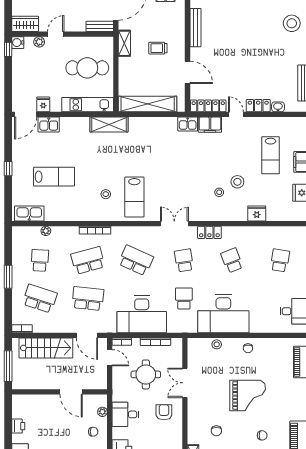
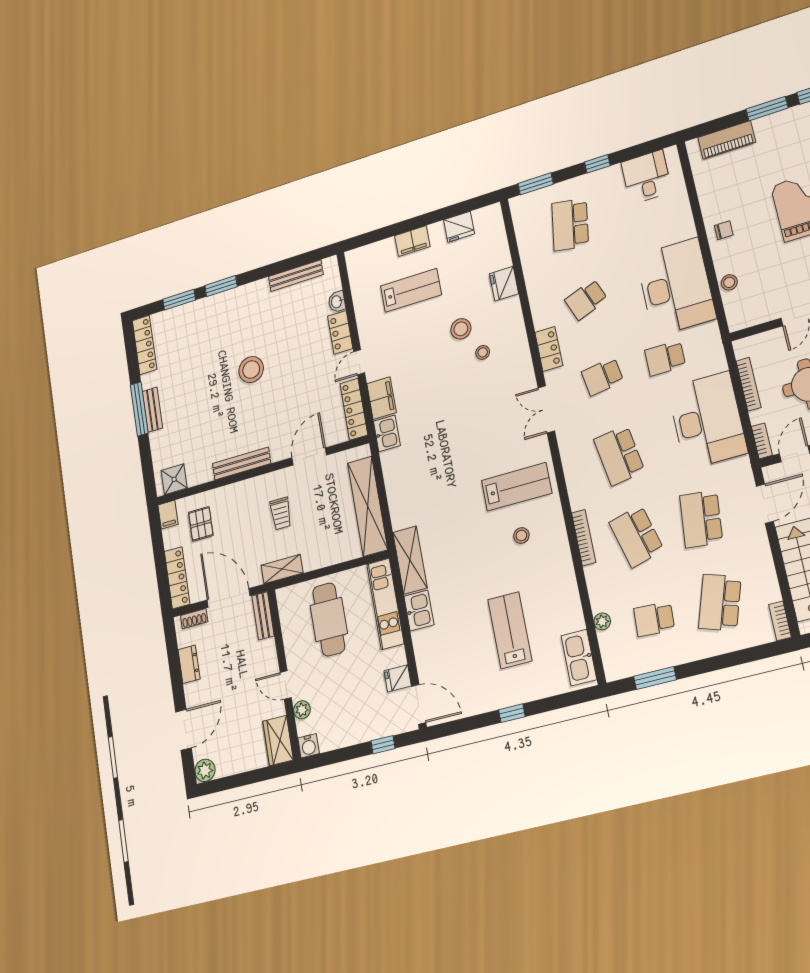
stool: (292, 23) -> (251, 370), moved
window: (8, 49) -> (383, 745), moved
kitchen sink: (49, 125) -> (419, 610), moved
school desk: (136, 260) -> (619, 455), turned -33
school desk: (280, 260) -> (570, 225), width x1.85
window: (8, 277) -> (655, 678), moved

